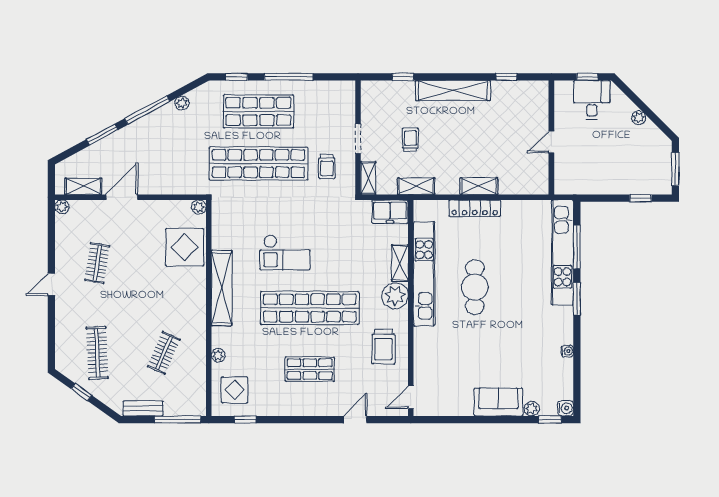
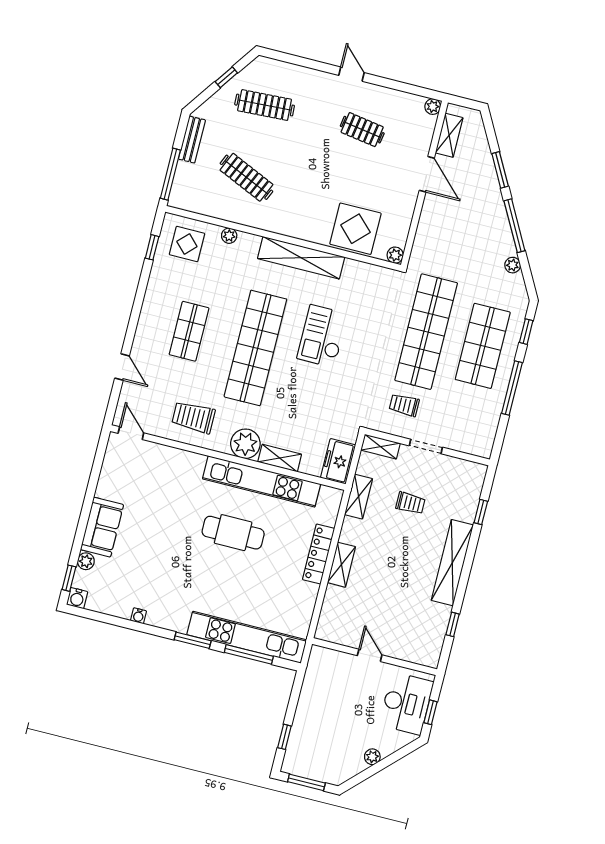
desk: (592, 100) -> (406, 703), width x1.37
clothes rail: (164, 353) -> (246, 177), width x1.36

